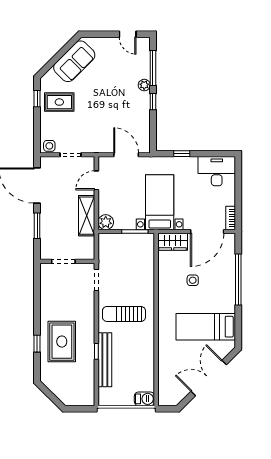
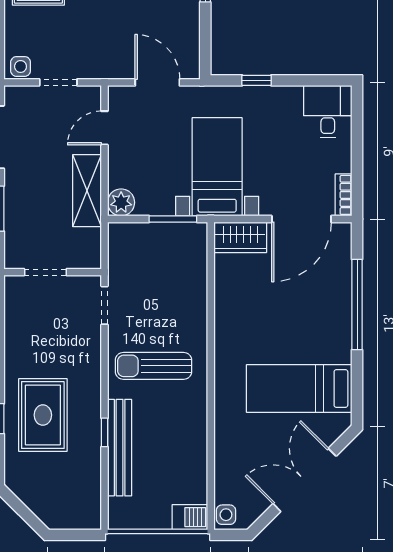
desk: (217, 171) -> (328, 112), width x0.73
side table: (193, 280) -> (226, 515), moved

